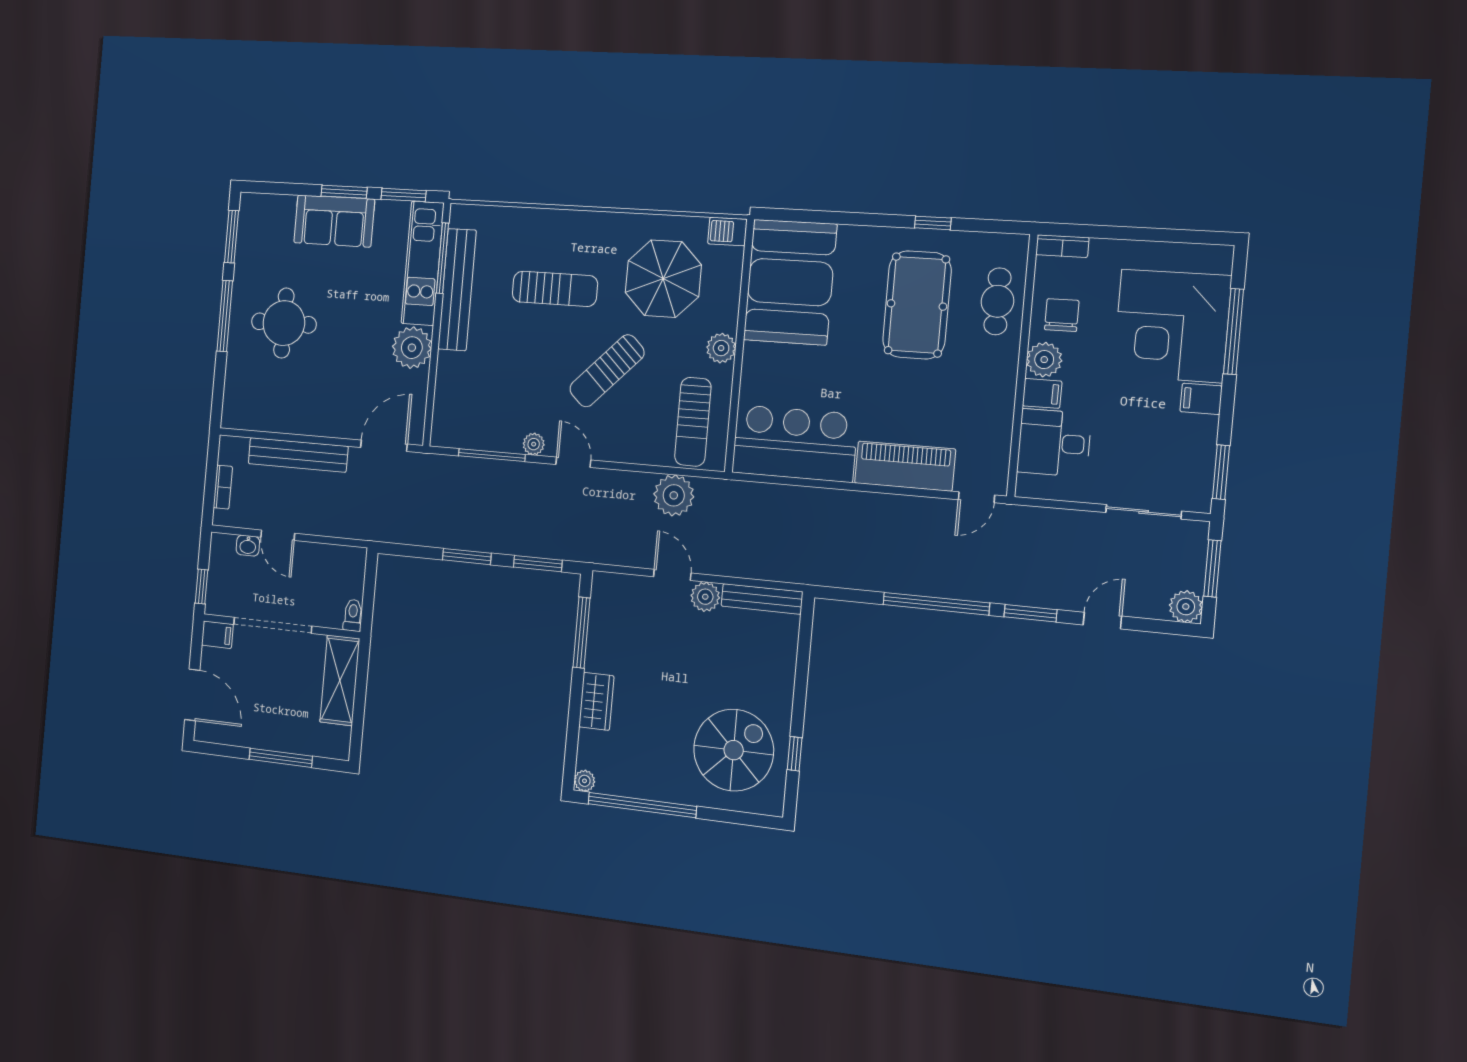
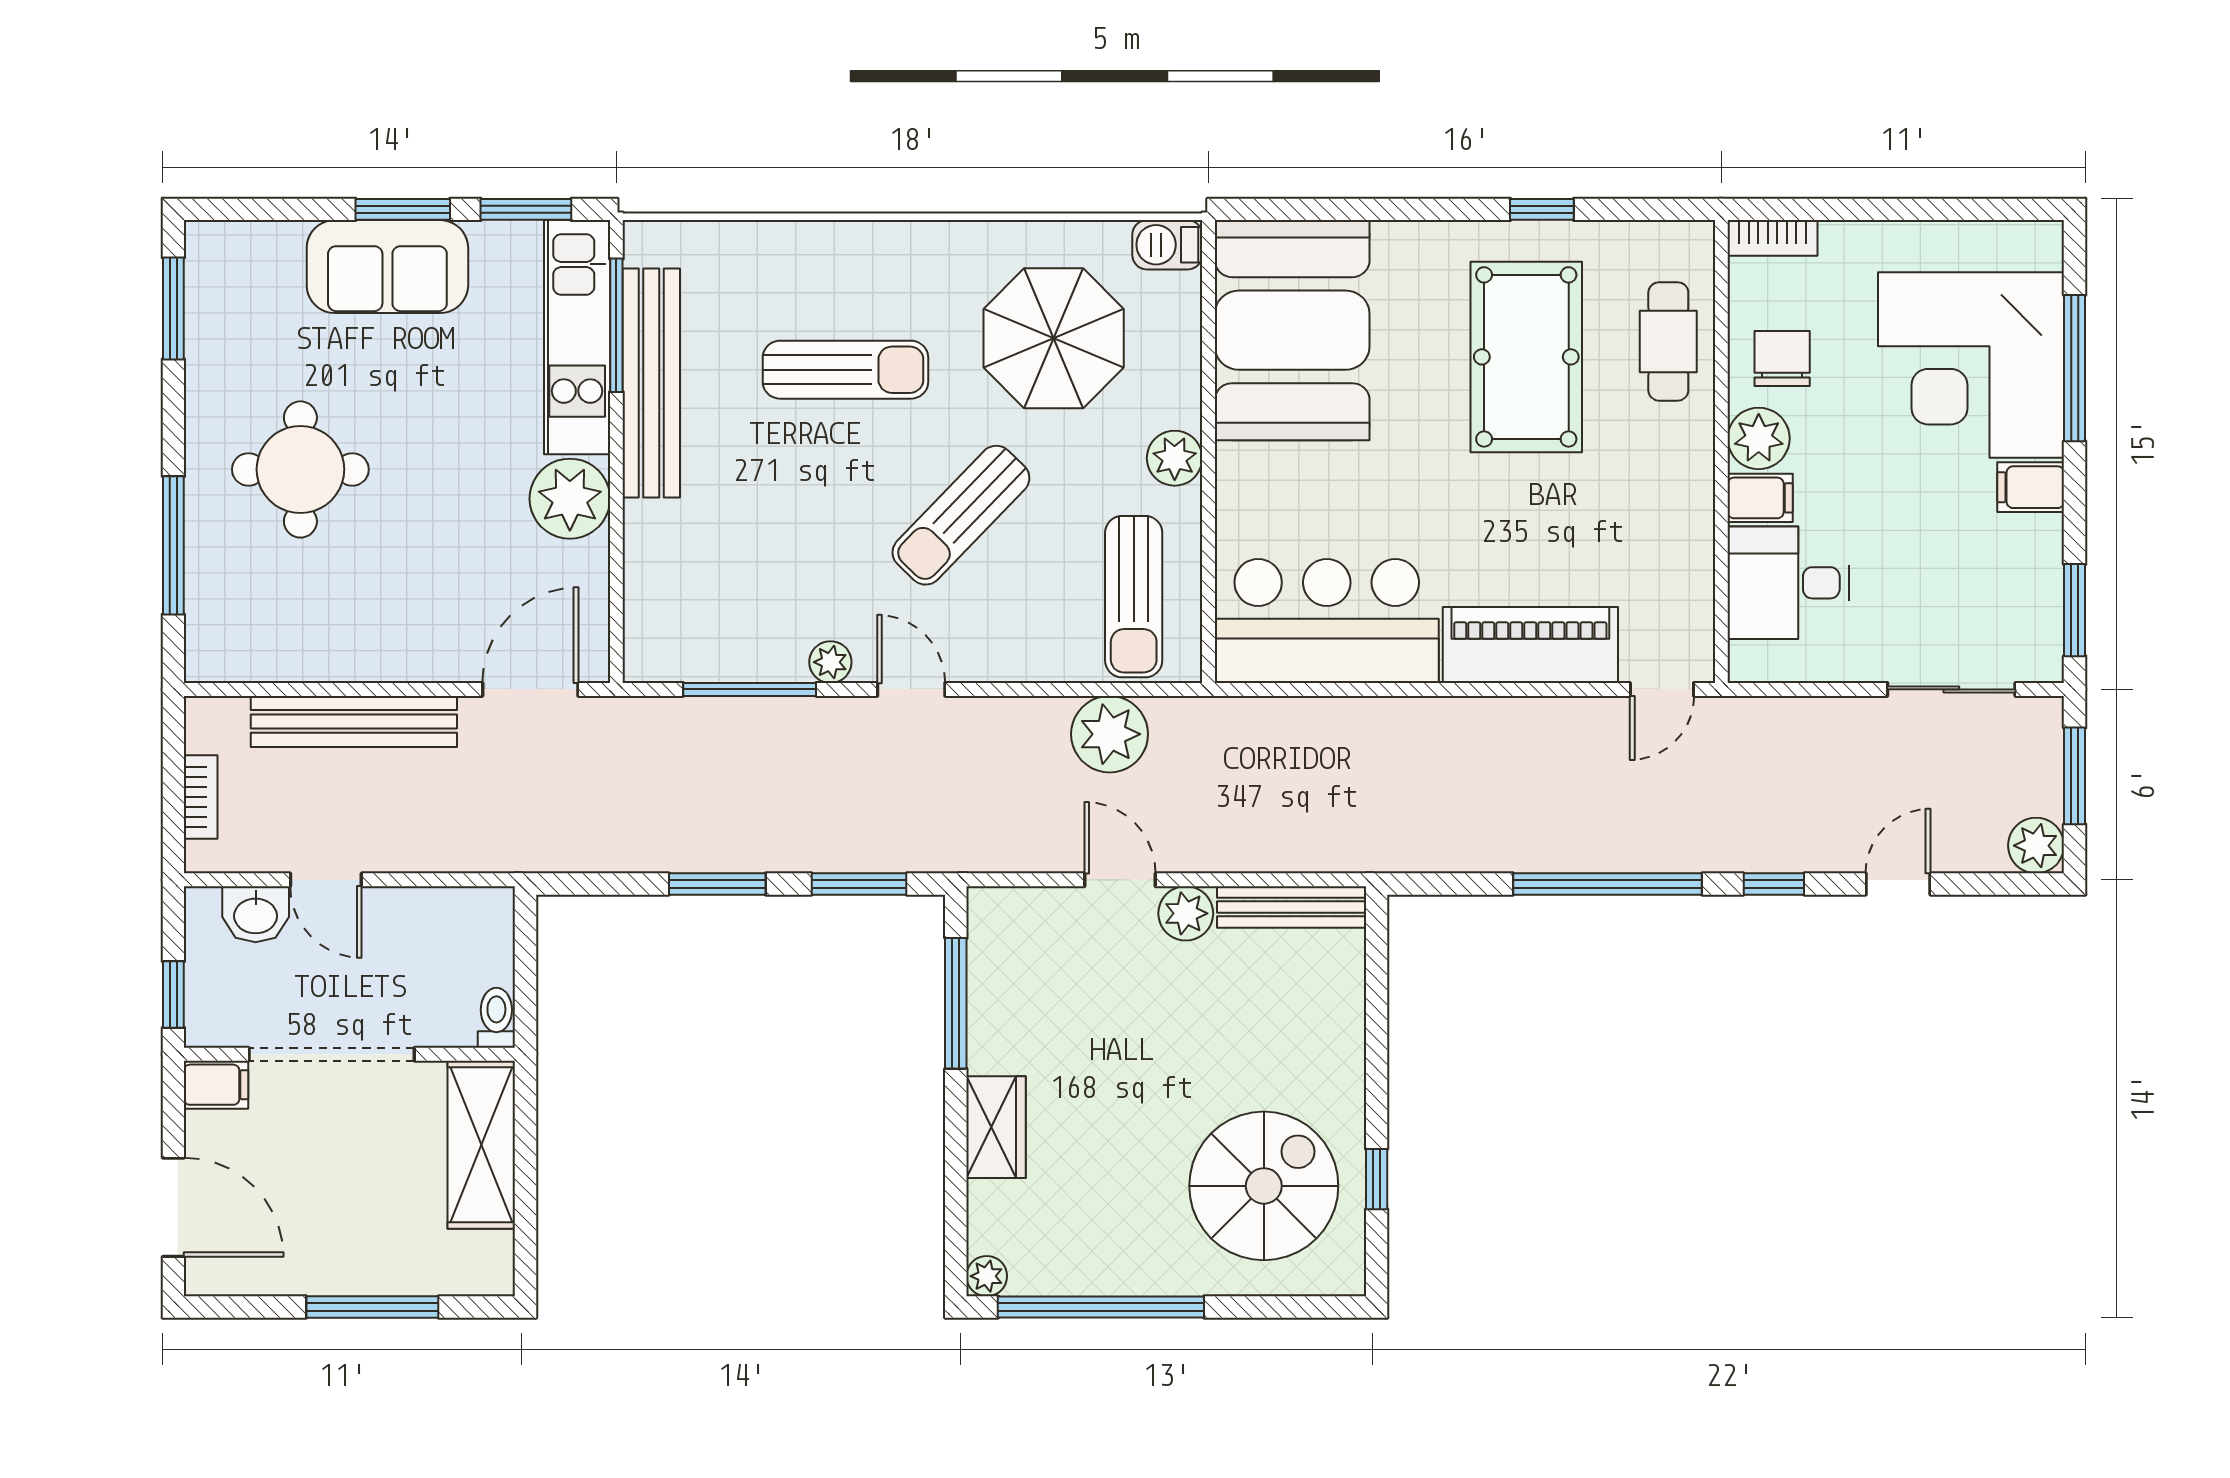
window: (225, 316) -> (173, 545), moved
washbasin: (248, 546) -> (256, 914), width x1.38, depth x1.45
window: (1030, 613) -> (1774, 884), width x0.67

